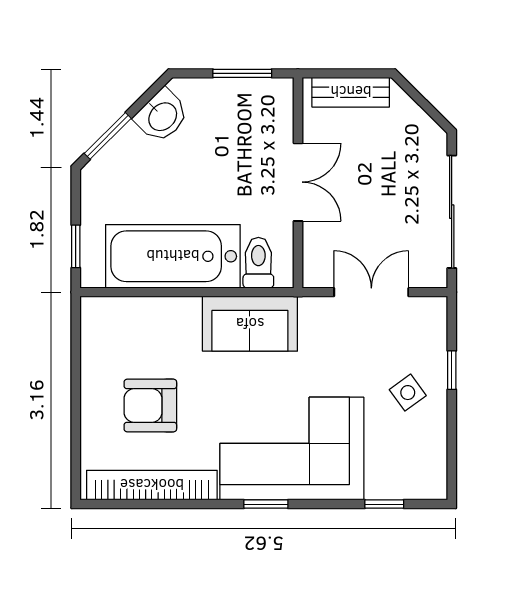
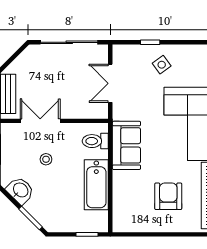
stool: (223, 166) -> (46, 159), added
double door: (298, 182) -> (40, 121), moved
bathtub: (173, 256) -> (96, 185), width x0.73, depth x0.73
armchair: (150, 406) -> (168, 196), turned 180

